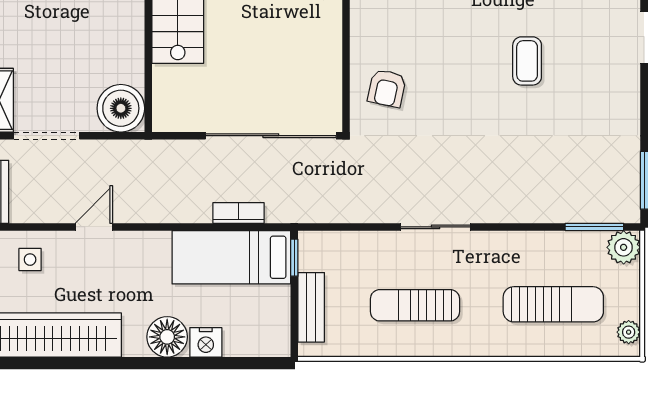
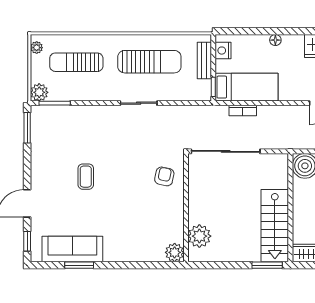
coffee table: (527, 61) -> (86, 177), moved
sun lounger: (415, 305) -> (149, 62), width x1.36, depth x1.34
floor lamp: (167, 337) -> (275, 40), width x0.53, depth x0.53
nightstand: (206, 342) -> (223, 51), moved, turned -90

